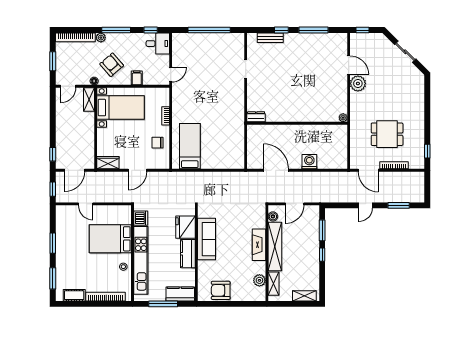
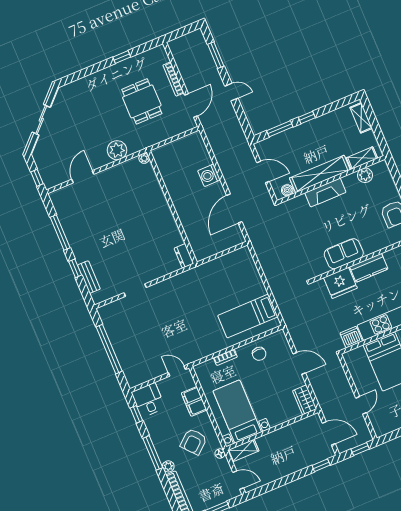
filing cabinet: (137, 78) -> (194, 401), width x2.00
plant: (358, 83) -> (117, 150), moved
window: (427, 151) -> (122, 57), moved
sofa: (207, 239) -> (344, 254), width x0.73

